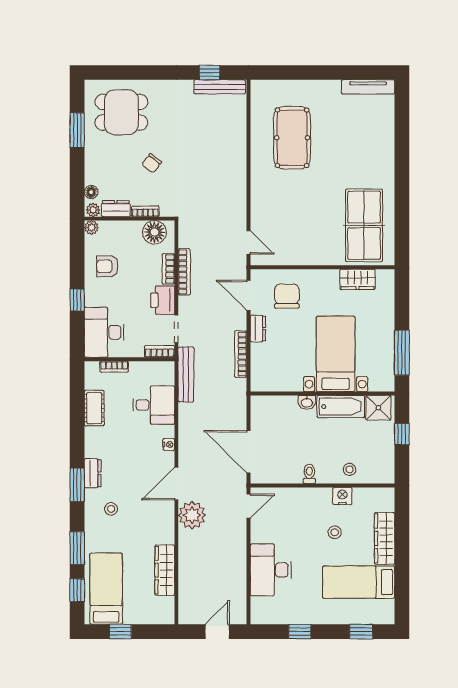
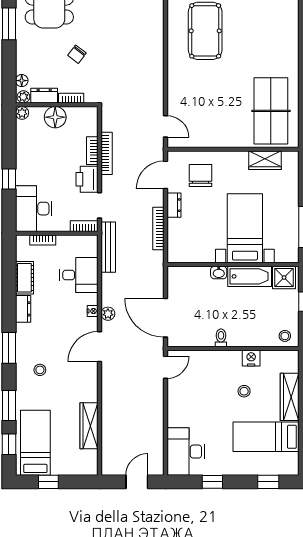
floor lamp: (154, 232) -> (55, 117), moved
armchair: (107, 266) -> (36, 148), removed
door: (249, 295) -> (165, 175), hinge flipped
stool: (350, 469) -> (285, 336), moved
dresser: (93, 473) -> (23, 309), moved
plant: (192, 515) -> (108, 314), moved, width x0.53, depth x0.53
desk: (271, 570) -> (186, 452), moved

